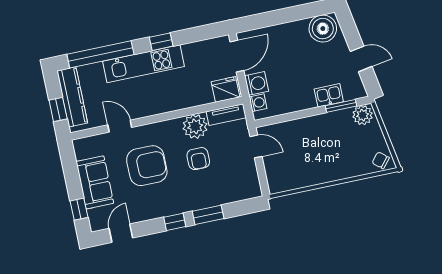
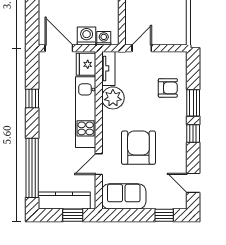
window: (161, 42) -> (32, 98), moved
kitchen unit: (144, 64) -> (86, 112), moved, turned 180
armchair: (198, 159) -> (168, 88), moved
sofa: (95, 182) -> (124, 196), moved

